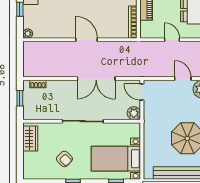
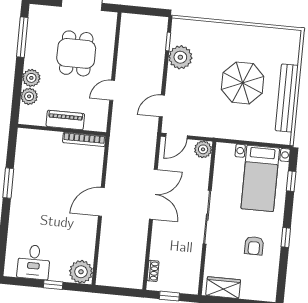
plant: (28, 34) -> (81, 272), width x1.87, depth x1.87
door: (183, 79) -> (162, 106), moved
armchair: (64, 159) -> (254, 246), turned 136

